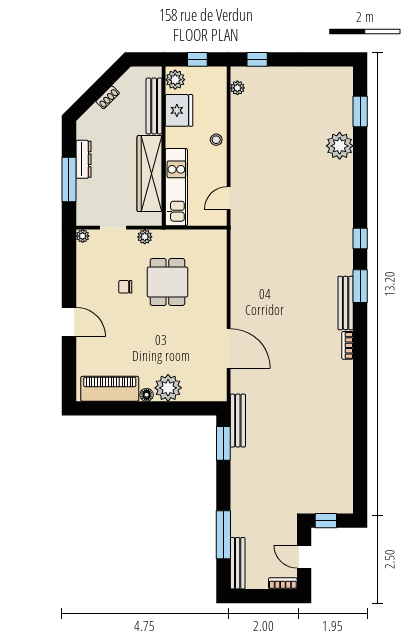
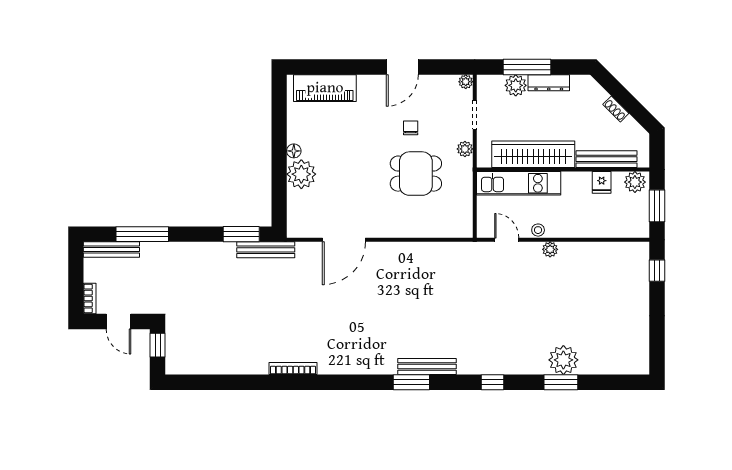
window: (197, 59) -> (657, 206), width x1.50
plant: (237, 88) -> (550, 249), moved
fridge: (179, 110) -> (602, 182), width x0.53, depth x0.75
window: (360, 111) -> (561, 382), moved
stool: (216, 140) -> (538, 230), moved
plant: (86, 190) -> (516, 85), added
window: (360, 238) -> (492, 382), moved
bench: (346, 303) -> (427, 366), moved
door: (69, 322) -> (402, 67), moved
bookcase: (348, 345) -> (293, 369), moved, width x1.56
piano: (110, 389) -> (325, 88), moved, turned 90
door: (304, 557) -> (118, 321), swing flipped

